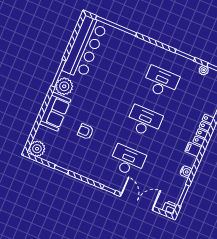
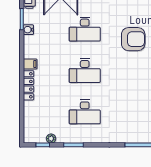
armchair: (86, 132) -> (133, 39), width x1.88, depth x1.88
water cooler: (186, 172) -> (28, 30), moved

